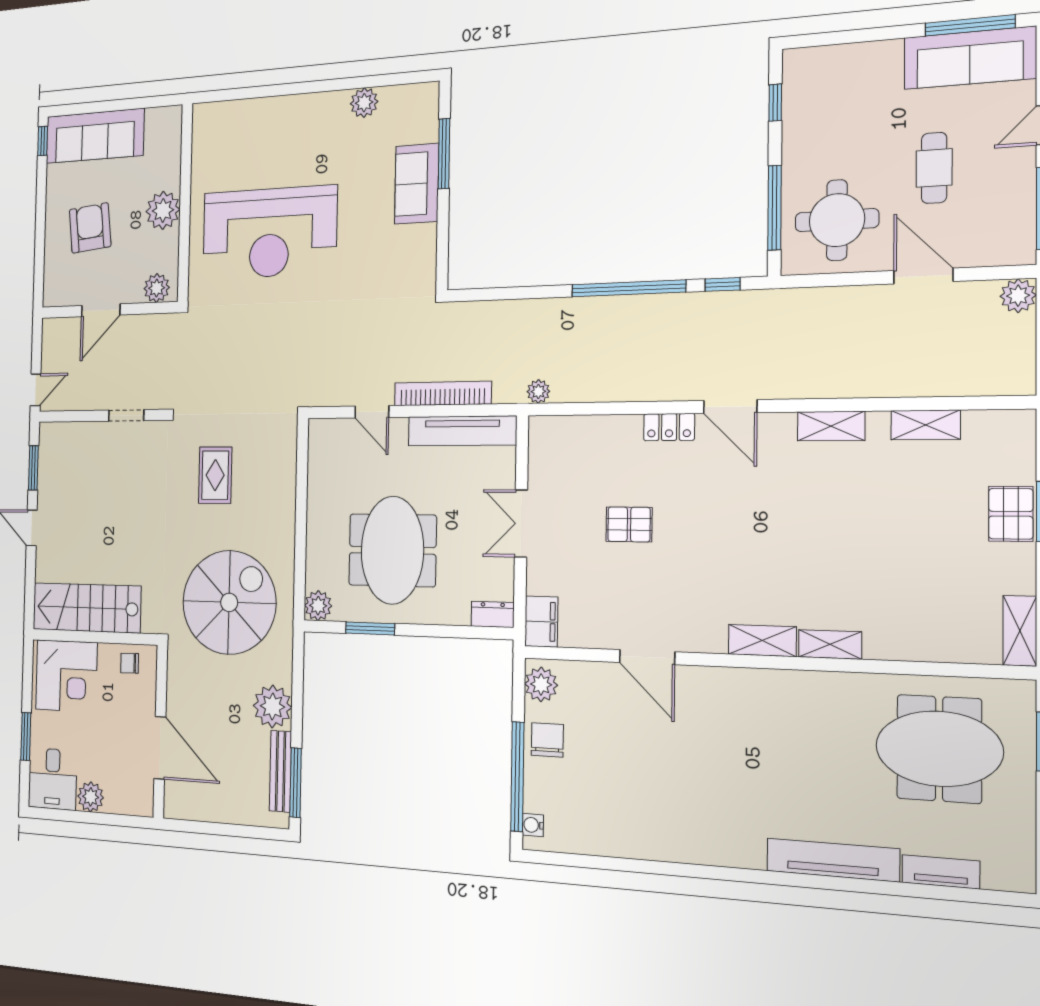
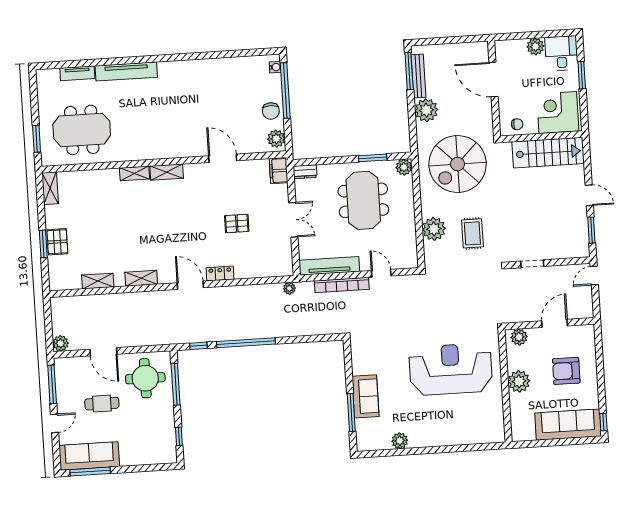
cafe table: (934, 168) -> (102, 404), turned 90
armchair: (90, 228) -> (566, 371), turned 96
plant: (277, 488) -> (434, 229), added

